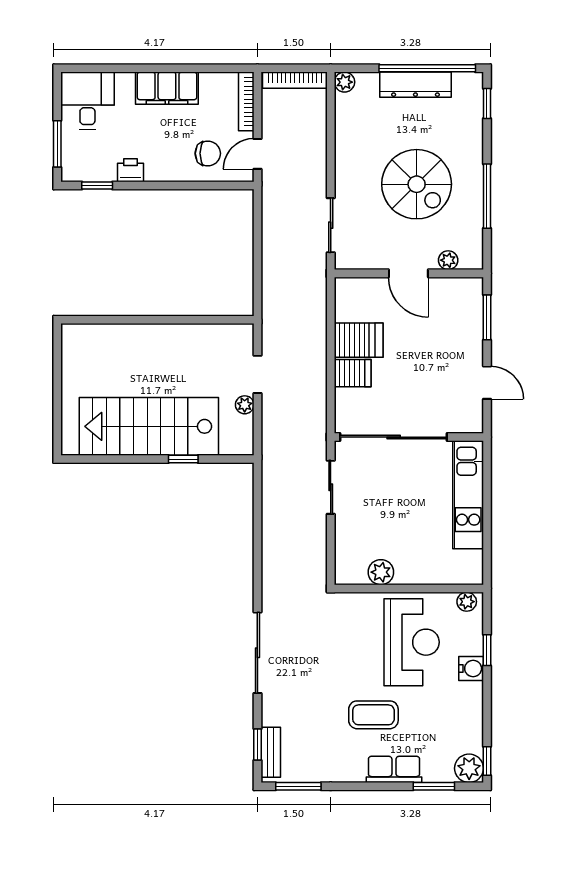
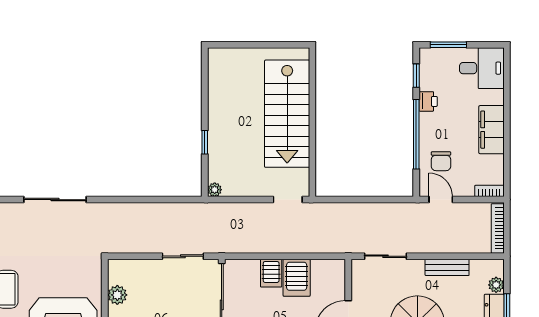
plant: (344, 82) -> (496, 285), moved
bookcase: (246, 101) -> (489, 191), width x0.64
bench: (345, 146) -> (447, 267), added
window: (173, 185) -> (416, 134), added
doorway: (257, 374) -> (288, 200), moved
plant: (245, 405) -> (215, 190), moved
stairs: (149, 426) -> (287, 114), moved, turned 180

